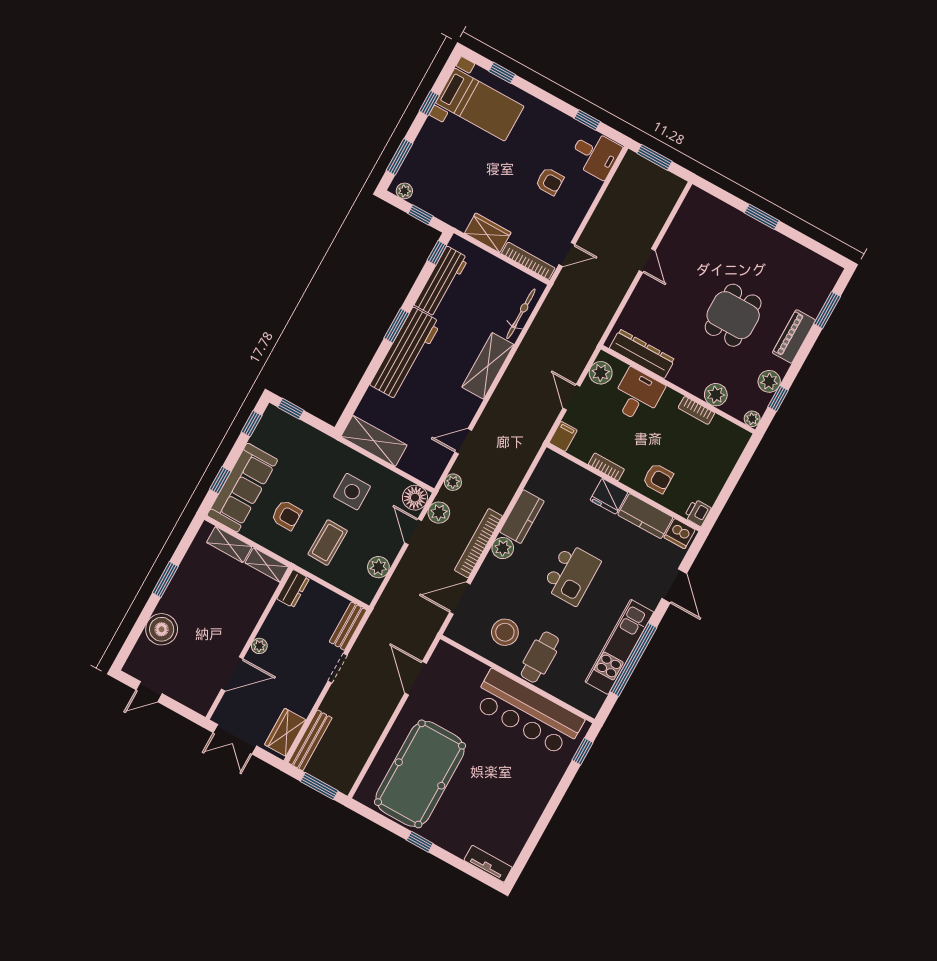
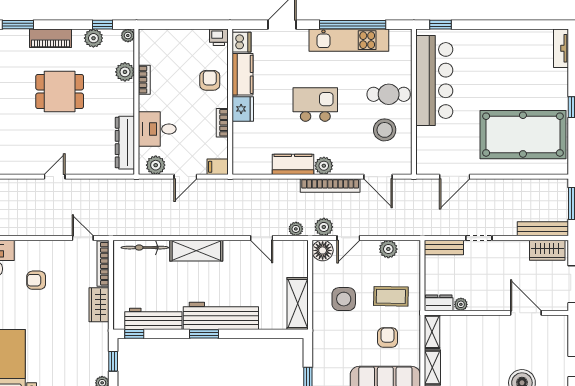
armchair: (550, 181) -> (36, 280), turned -90
plant: (259, 646) -> (461, 304), moved

